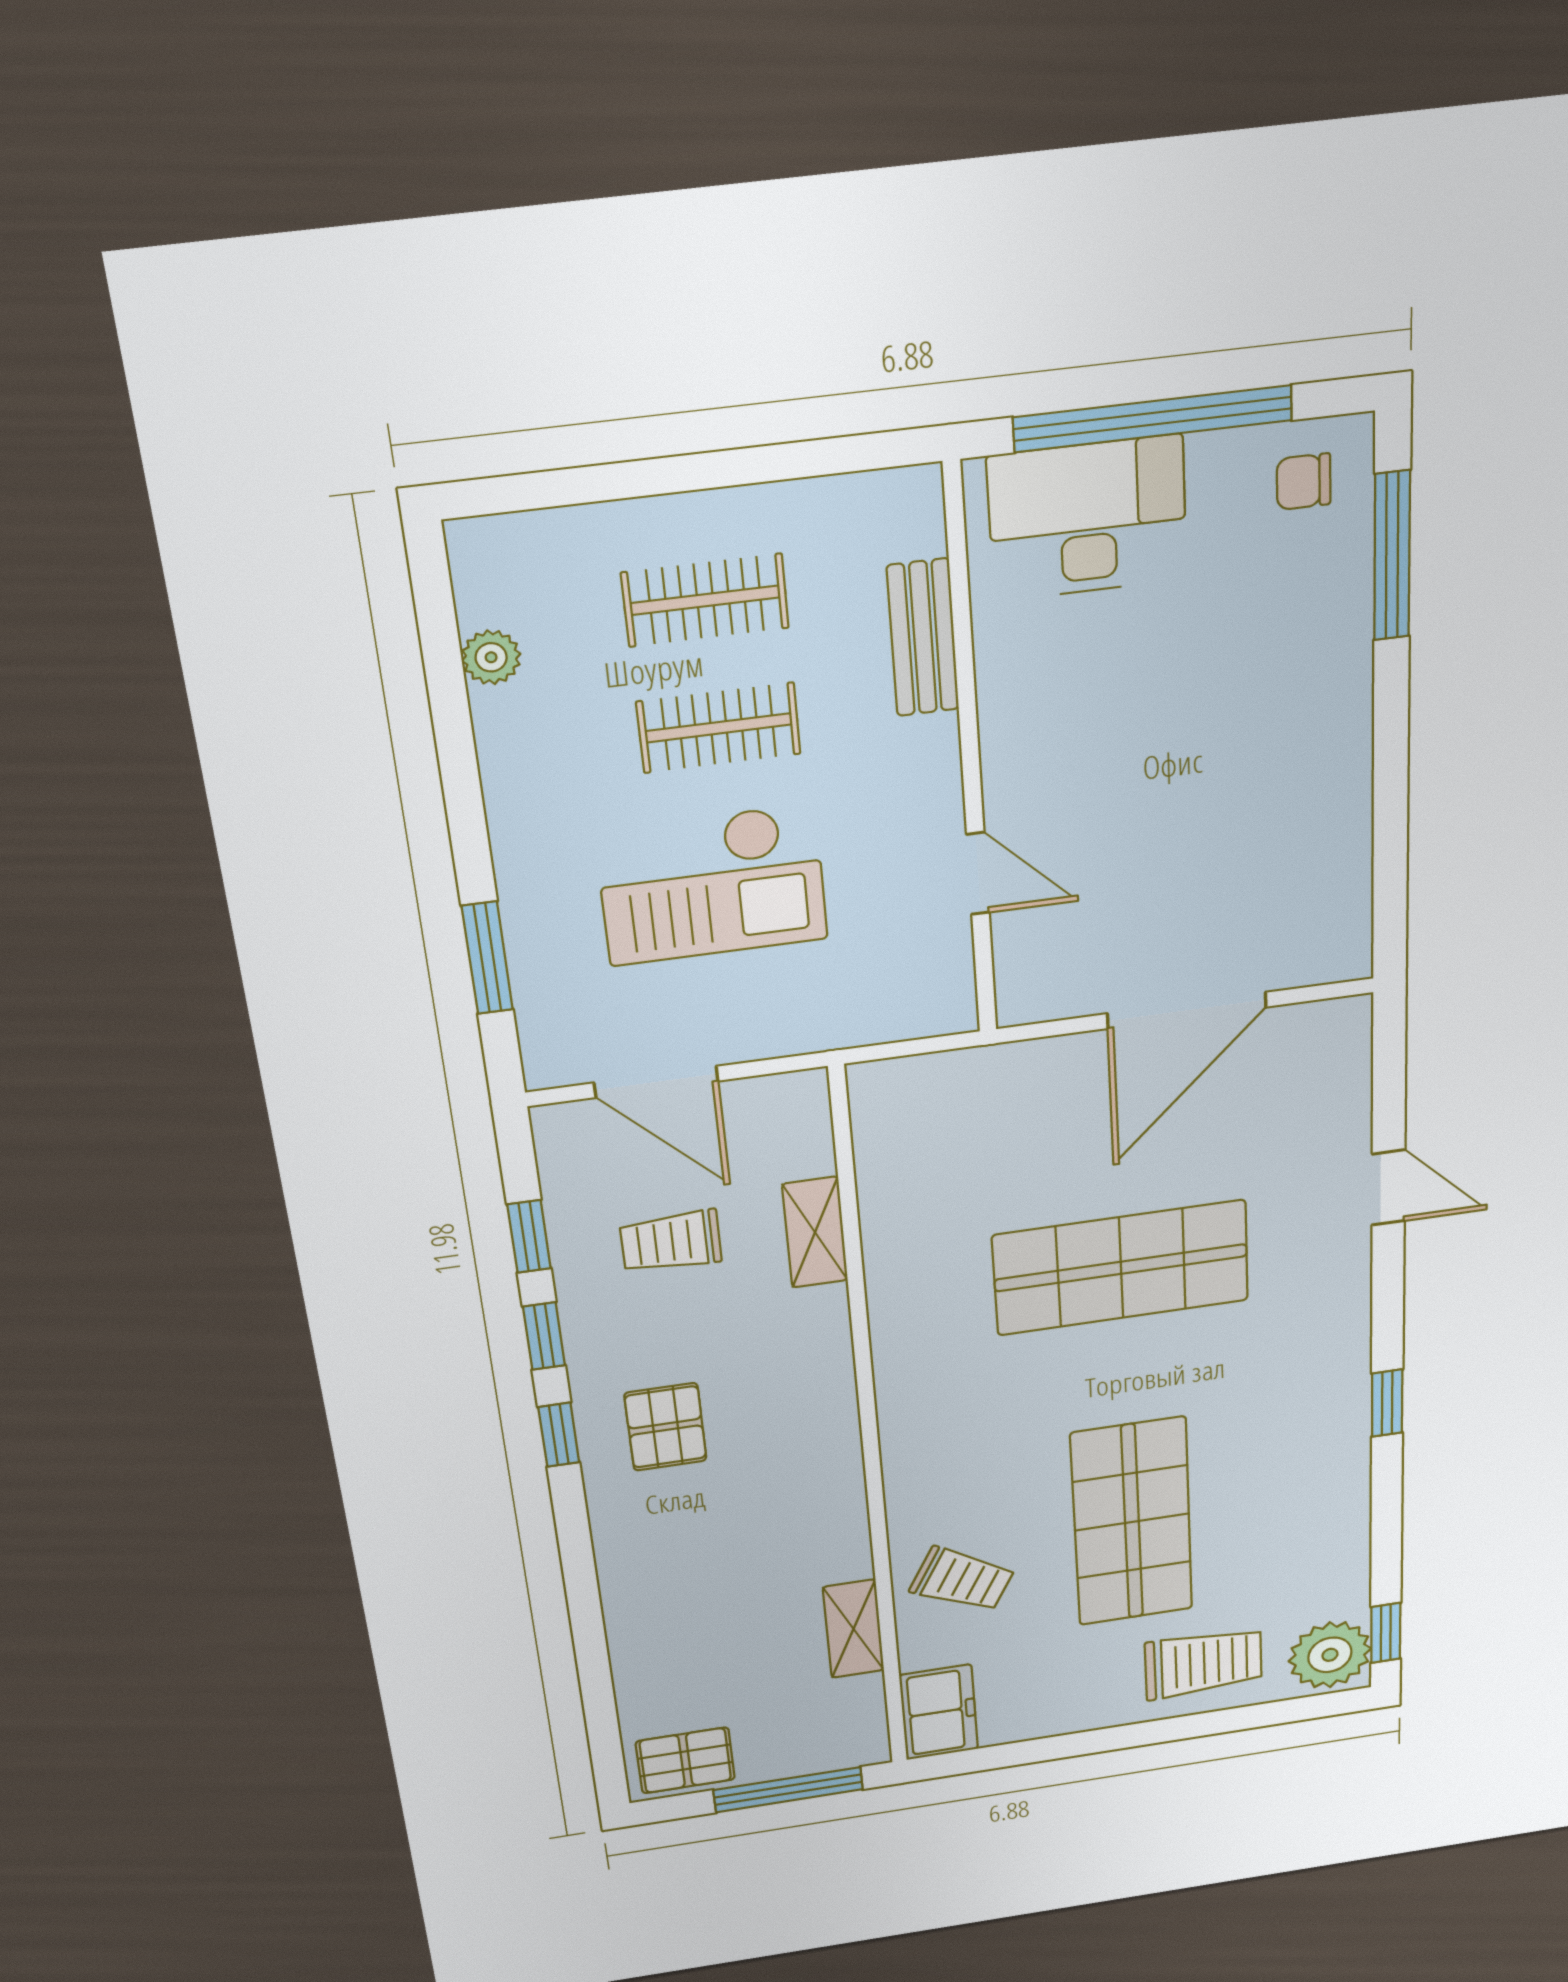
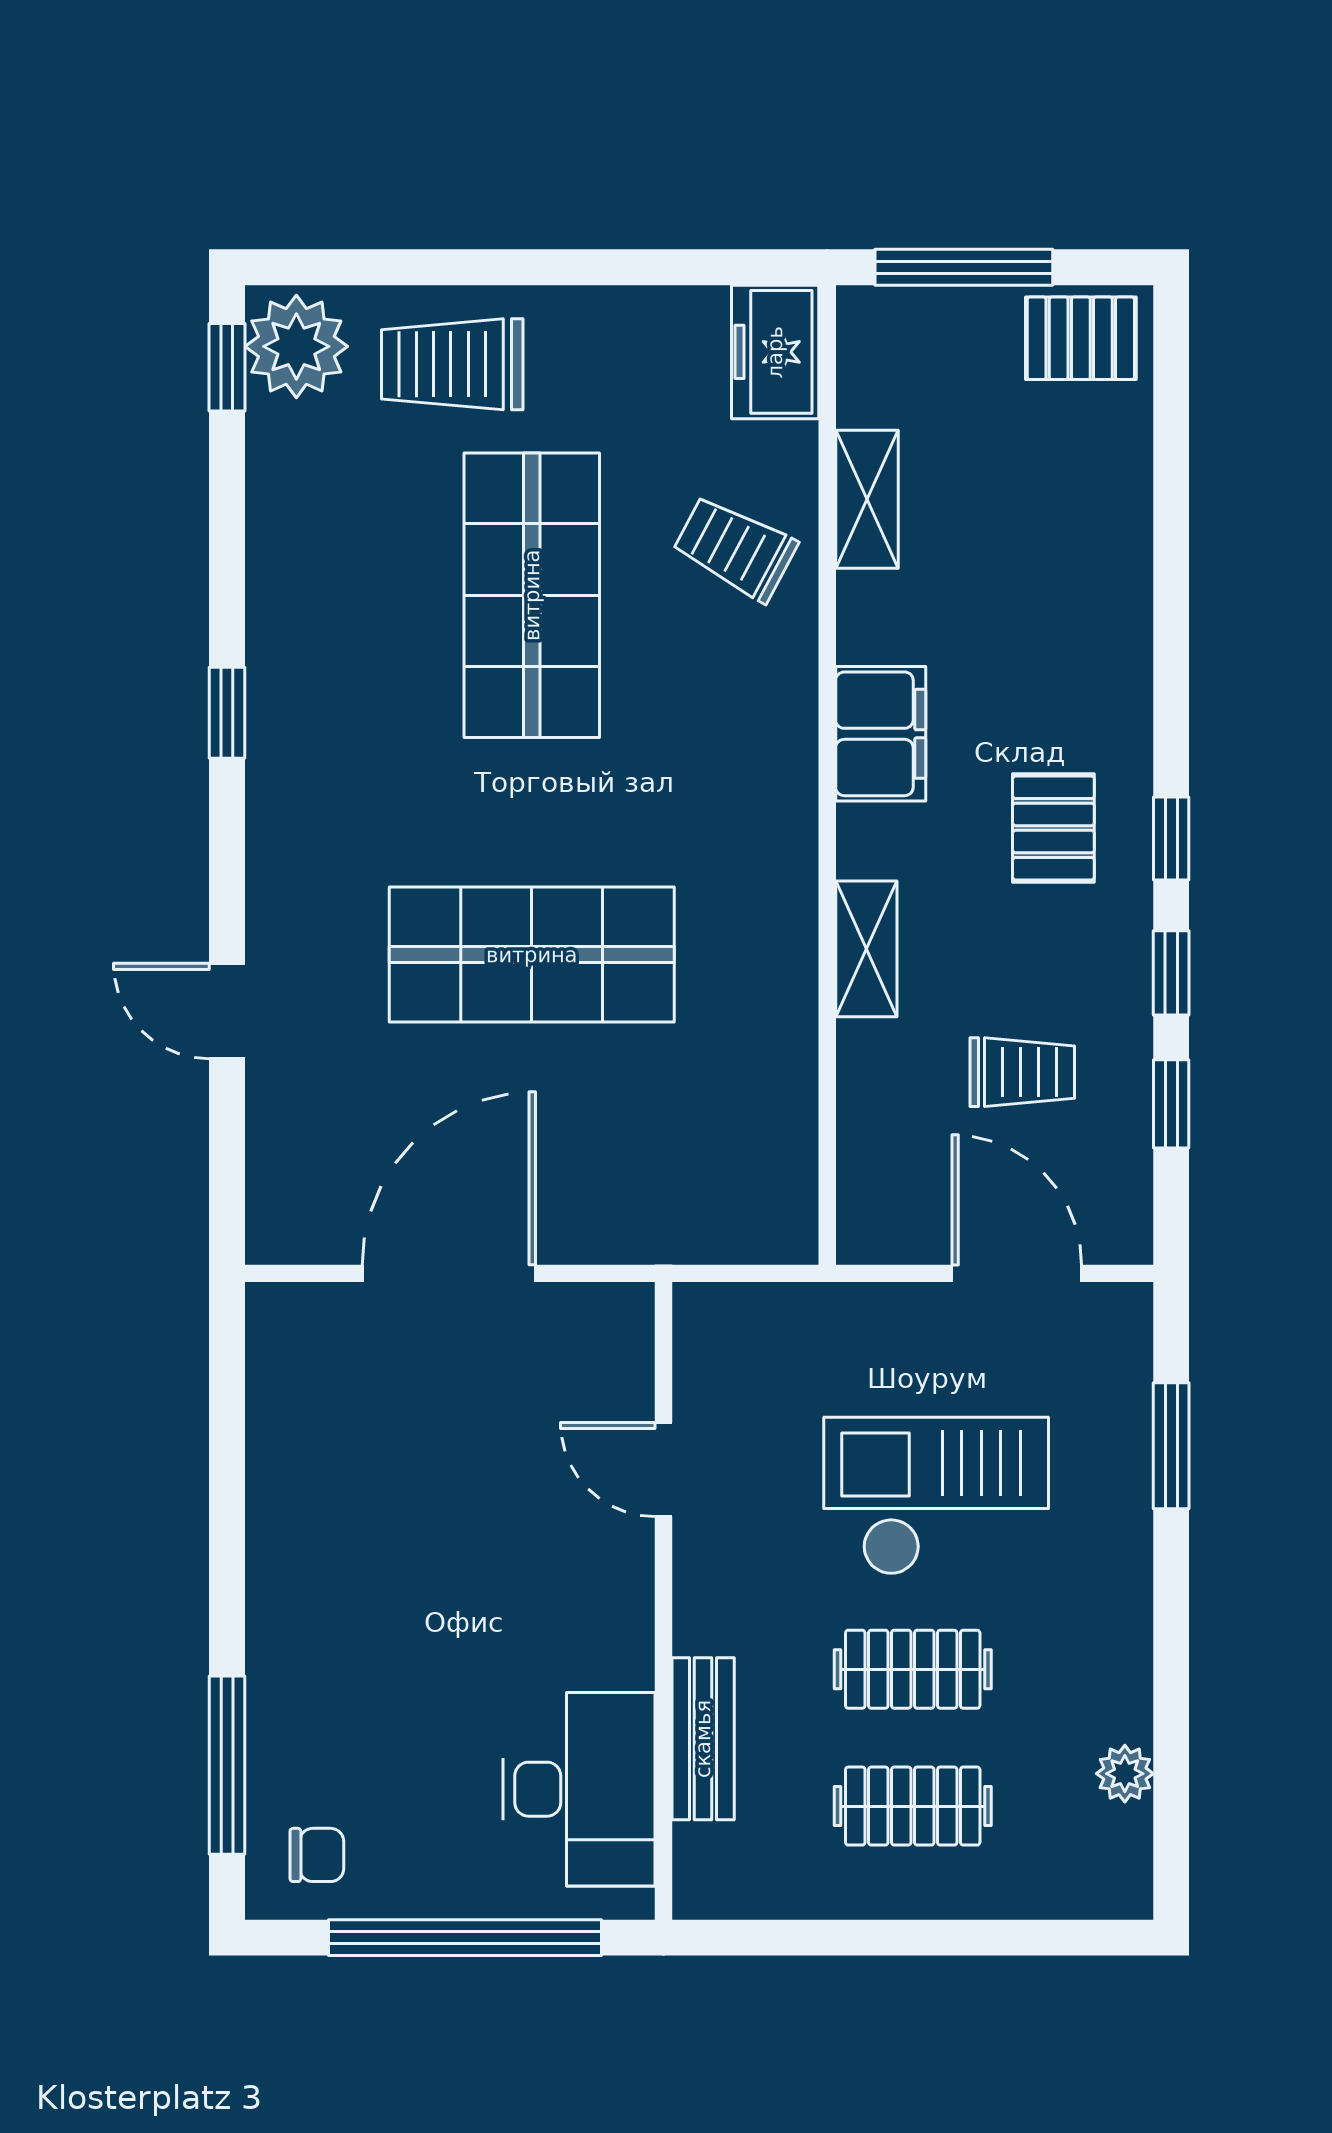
desk: (1088, 518) -> (579, 1789), moved, turned -90
shelving: (815, 1232) -> (866, 949), moved
filing cabinet: (826, 1471) -> (881, 734), added

